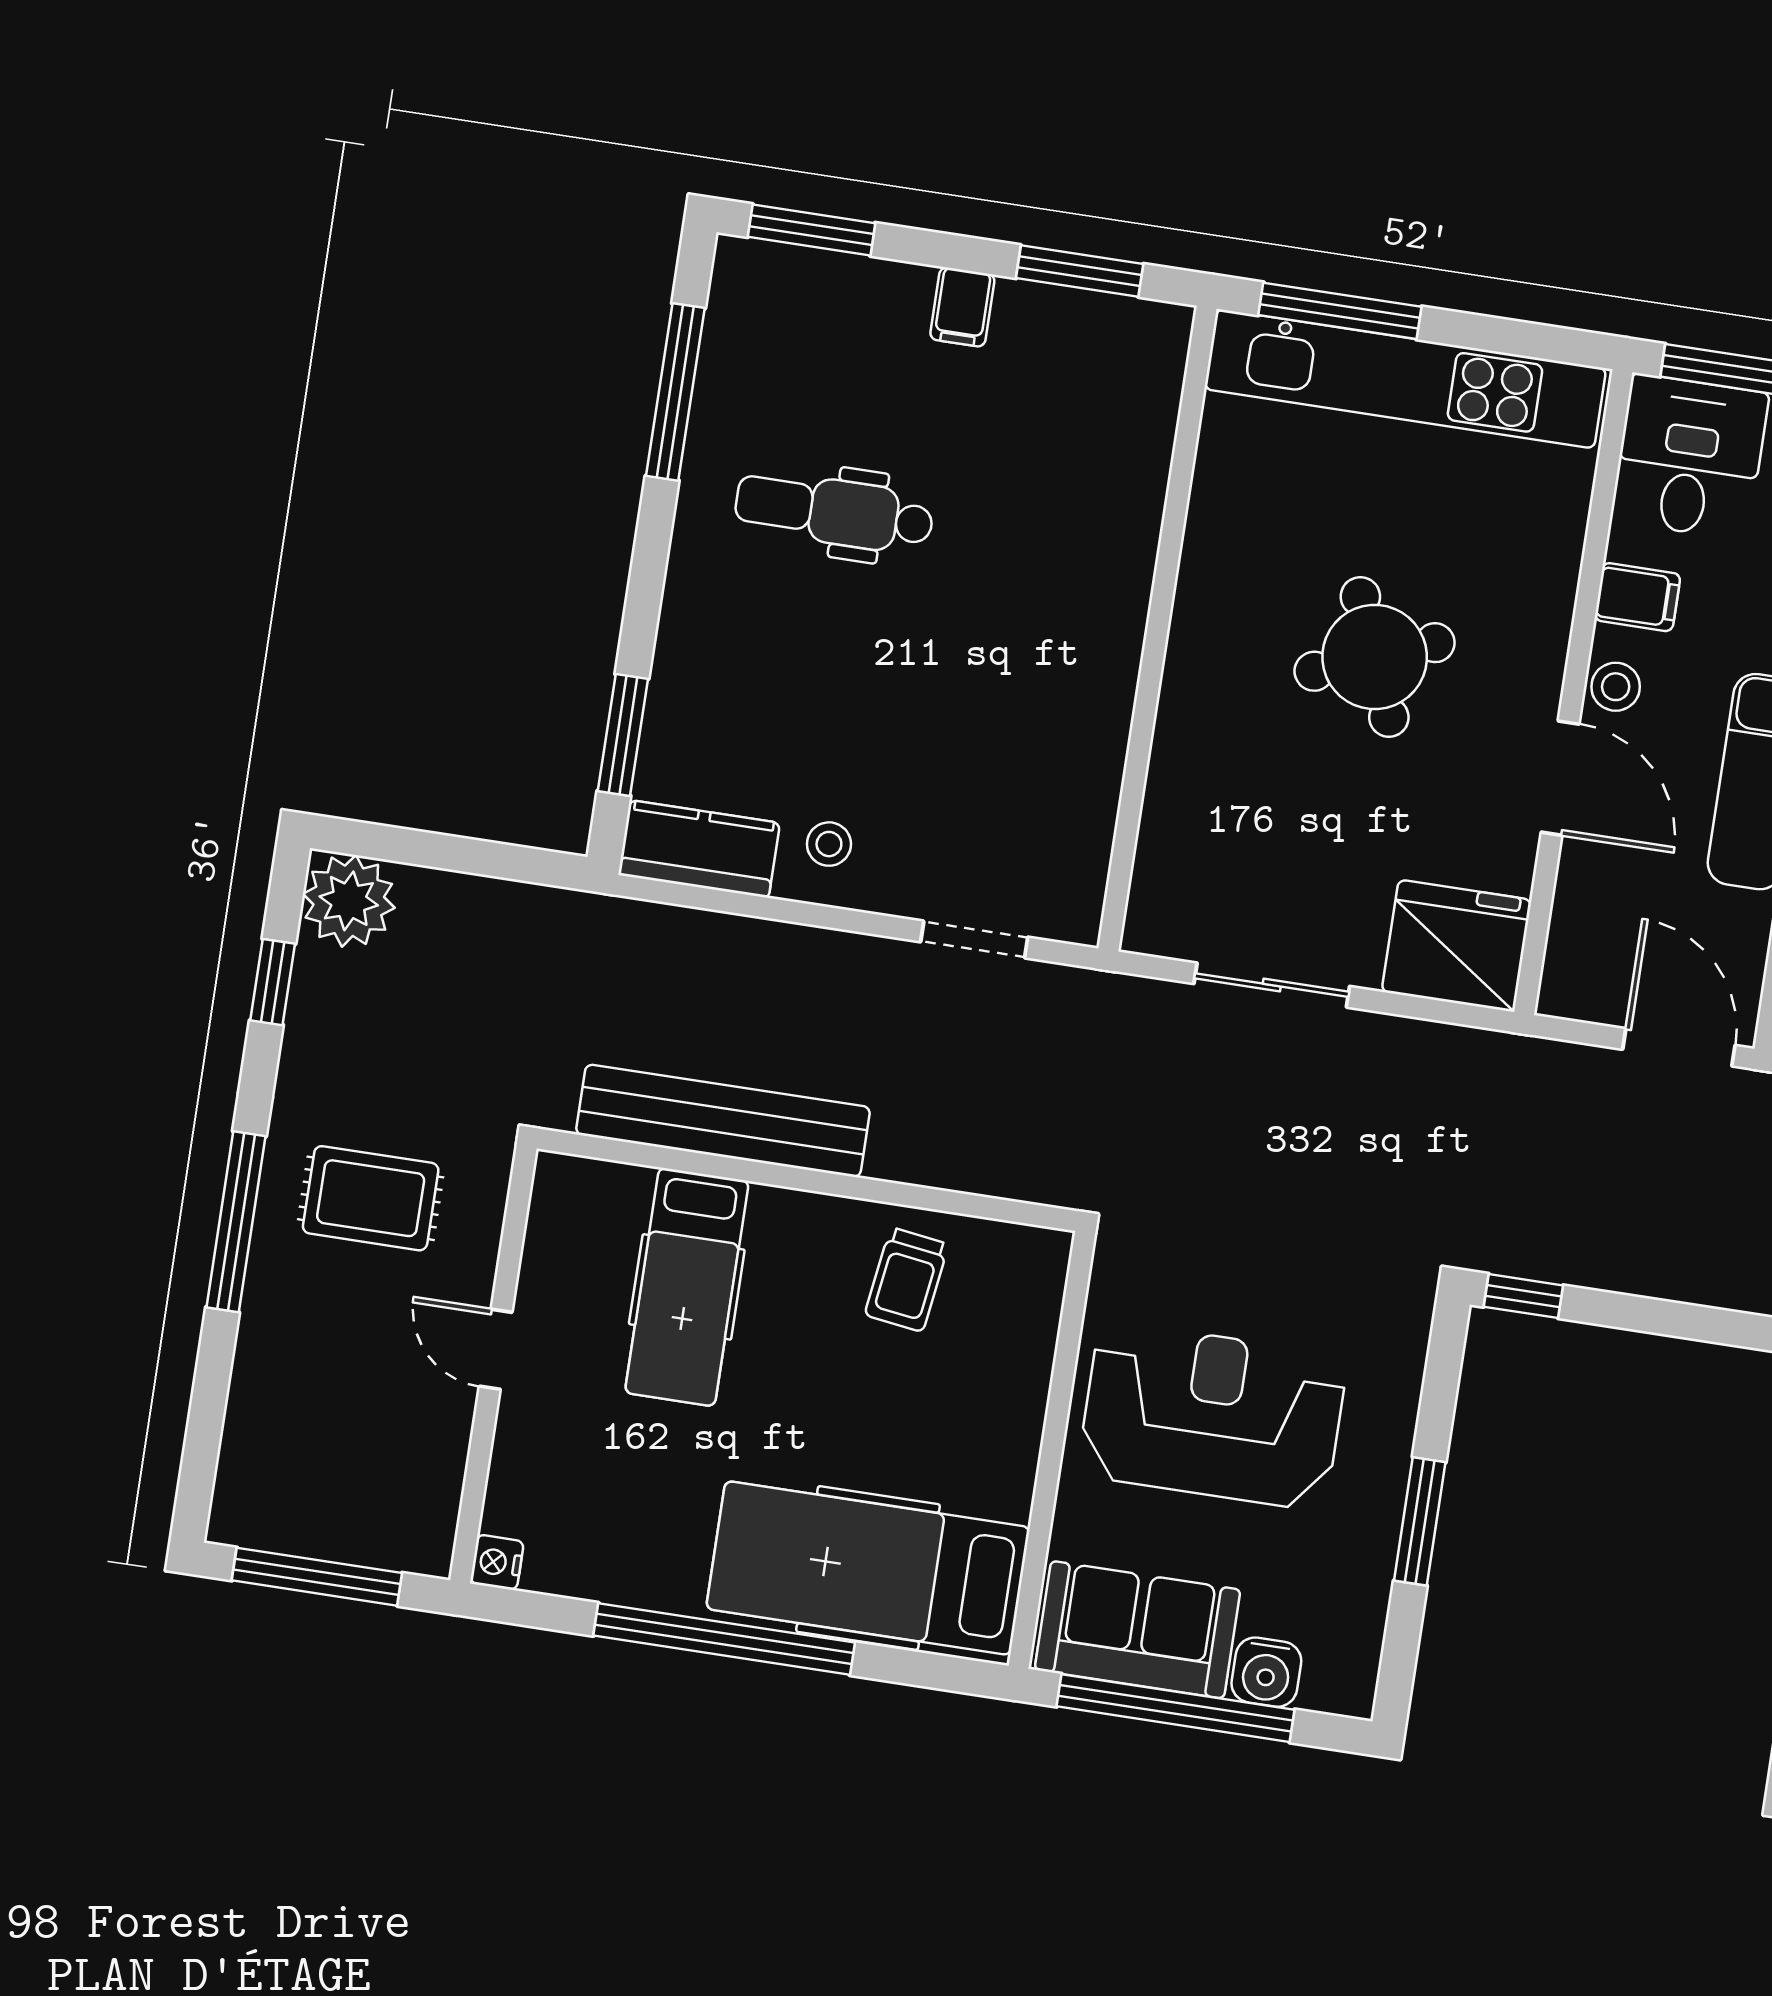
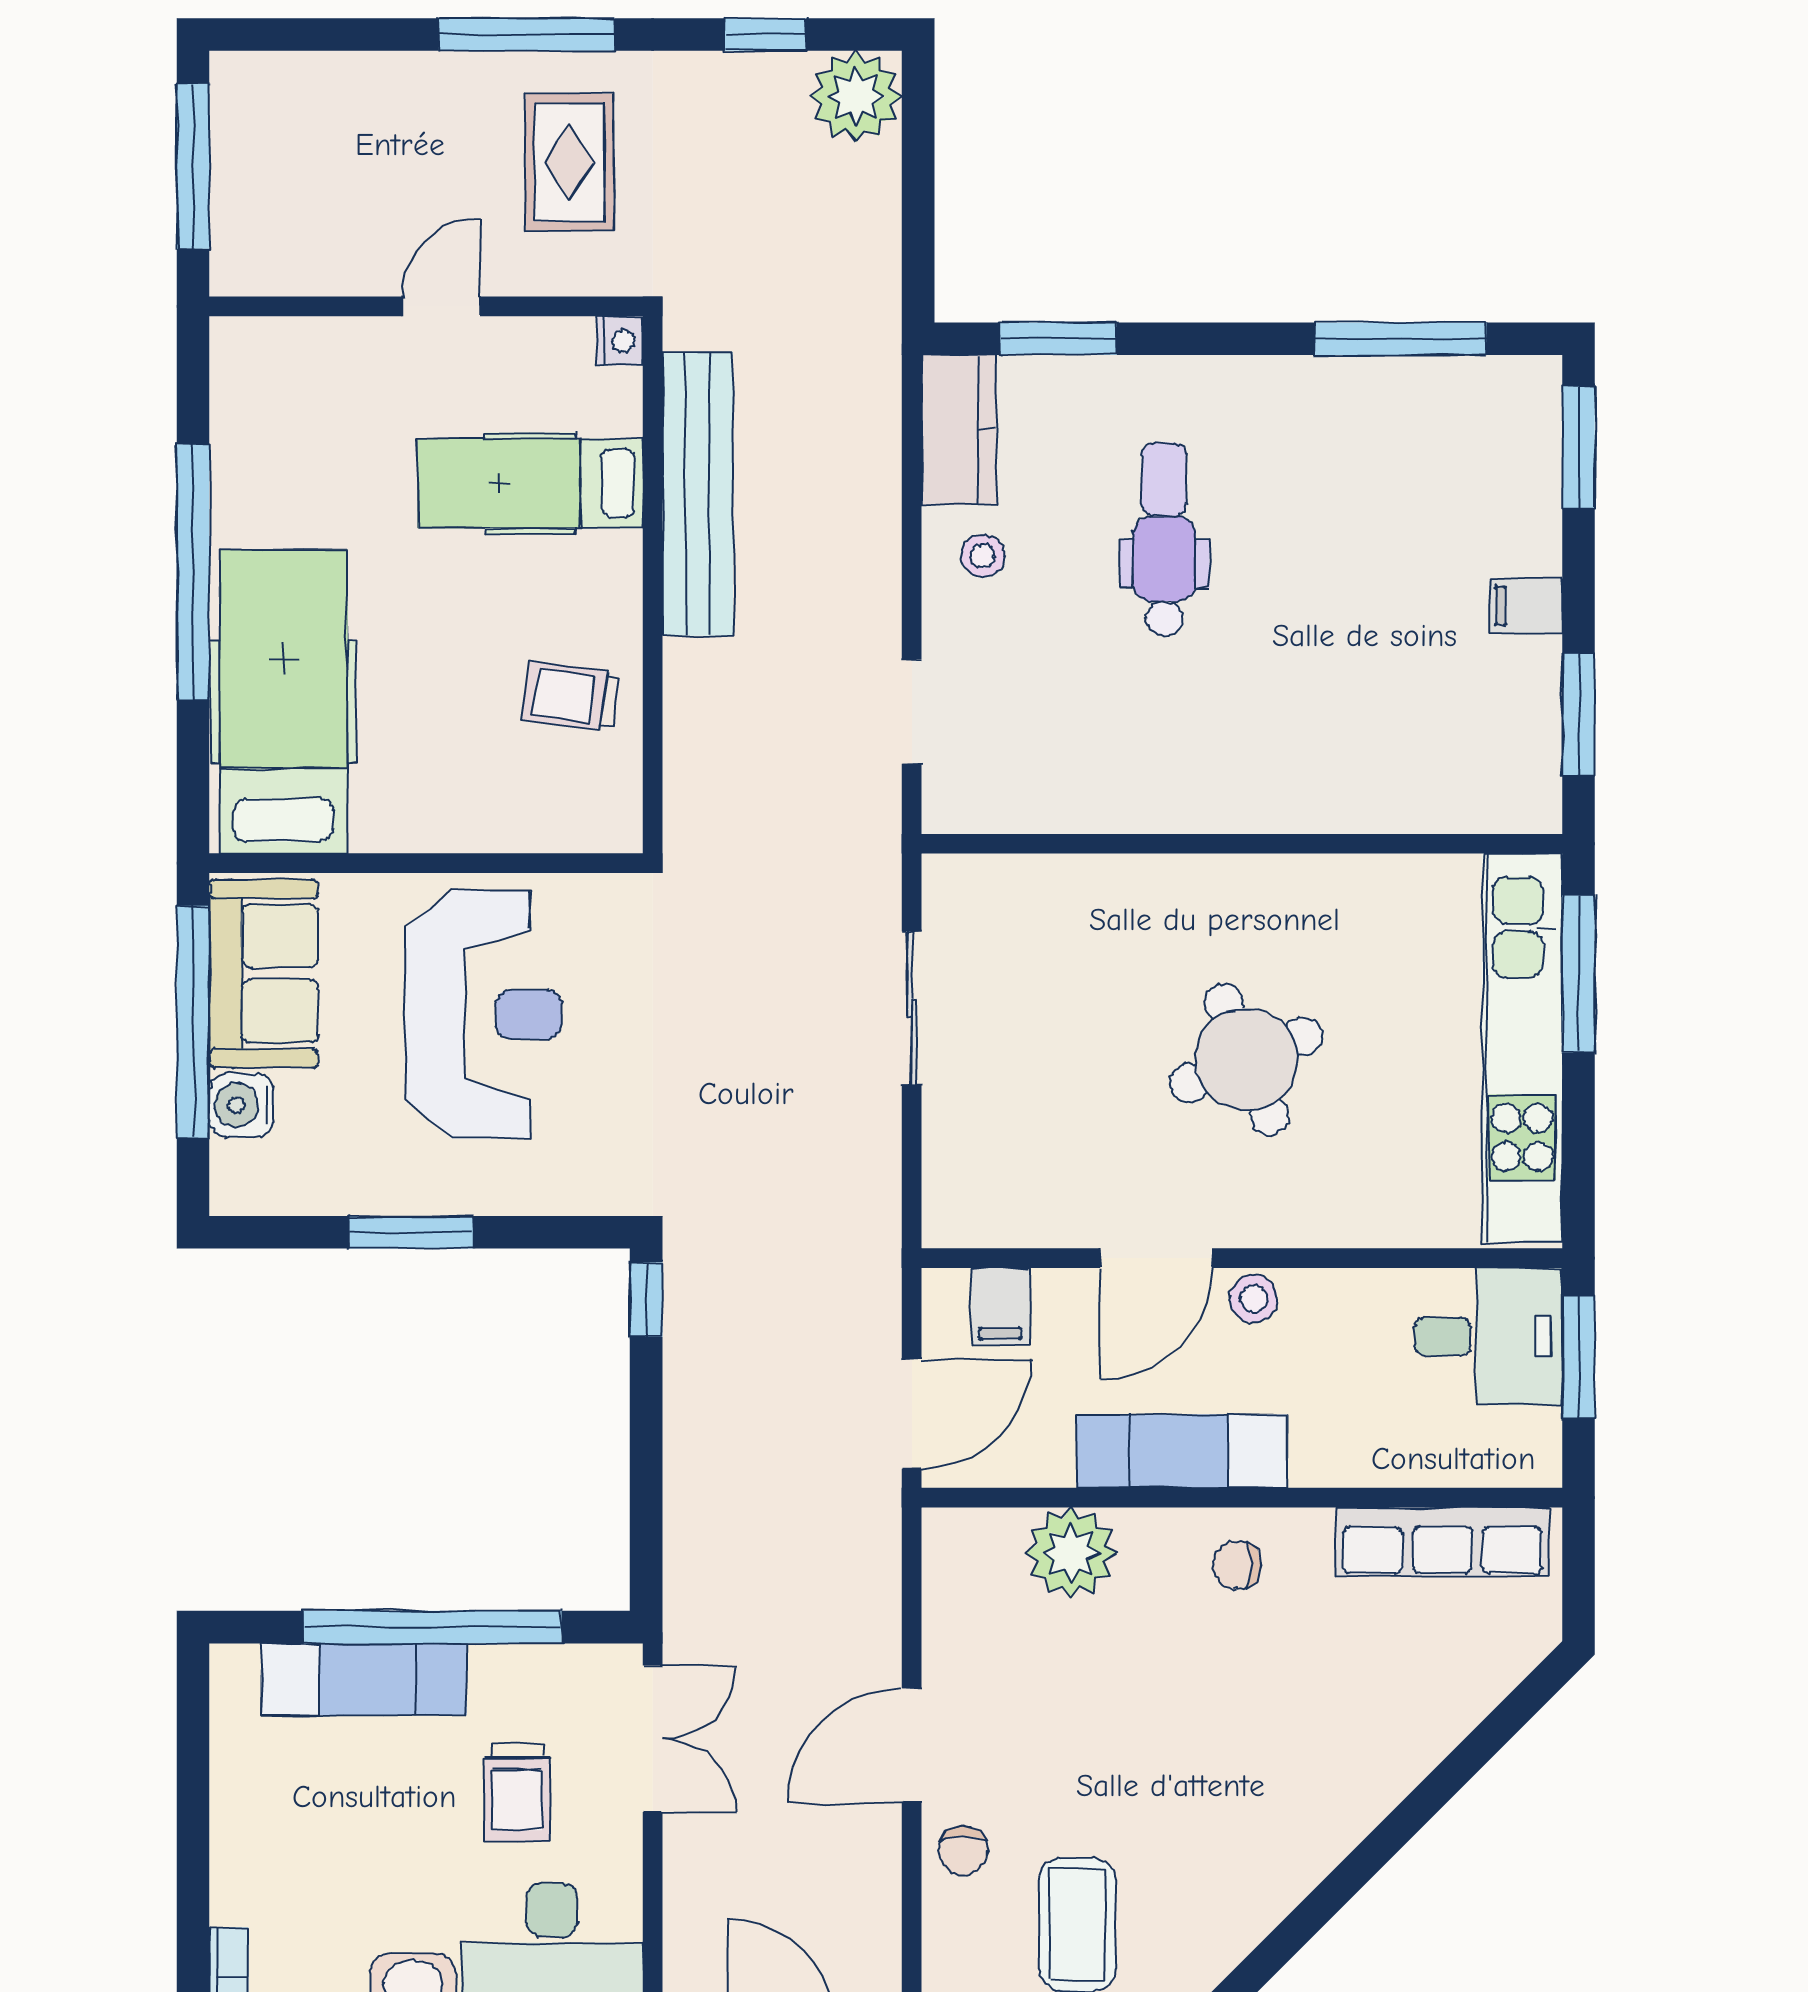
dental chair: (834, 512) -> (1164, 539), moved
filing cabinet: (1638, 597) -> (1000, 1307), moved
fridge: (1456, 946) -> (977, 1182), removed
nightstand: (497, 1562) -> (620, 341), moved, turned 90

